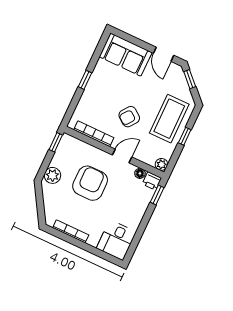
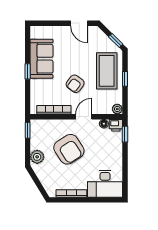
sofa: (126, 55) -> (42, 59), moved, turned -90
window: (190, 79) -> (116, 41), moved
armchair: (90, 183) -> (69, 149), turned 147
desk: (116, 240) -> (105, 184), width x1.37

